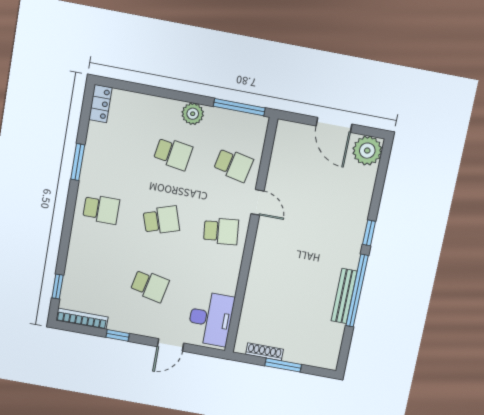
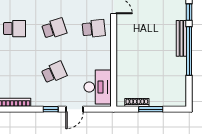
school desk: (150, 286) -> (54, 72), turned -36
bench: (344, 296) -> (181, 38), moved
window: (118, 335) -> (51, 109), moved

